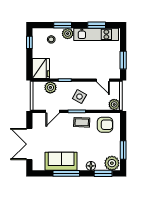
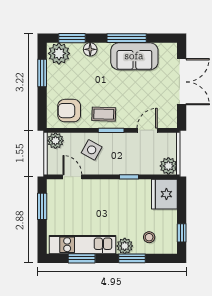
plant: (50, 87) -> (168, 166), moved
side table: (79, 97) -> (92, 150), moved

